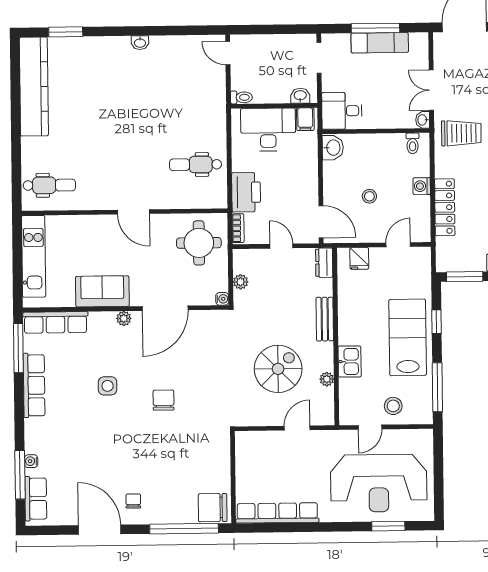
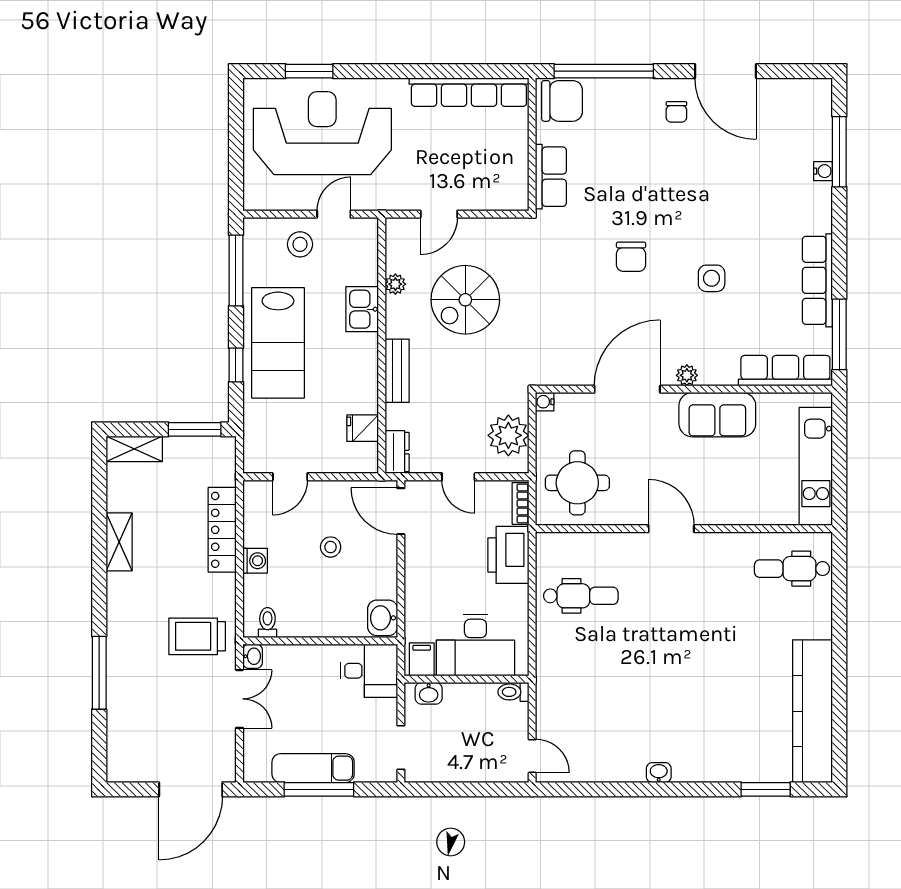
fridge: (359, 258) -> (363, 428), moved, turned -90
plant: (241, 282) -> (508, 435), width x1.87, depth x1.87
row of seats: (36, 499) -> (551, 177), moved, turned 180

